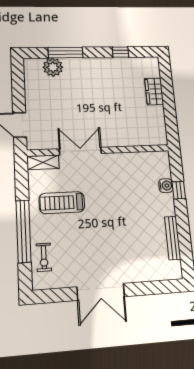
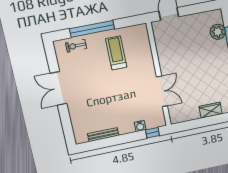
double door: (80, 151) -> (162, 91), moved
shelving: (43, 162) -> (143, 35), removed
window: (179, 190) -> (153, 133), moved

